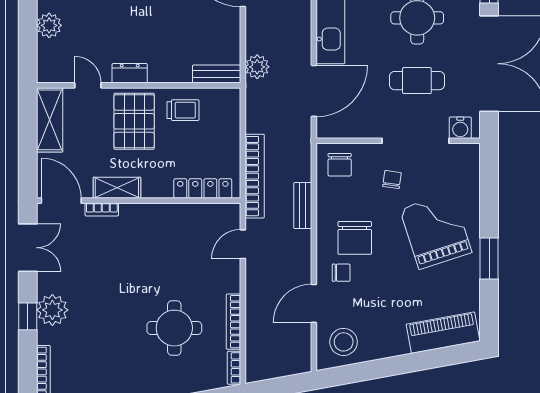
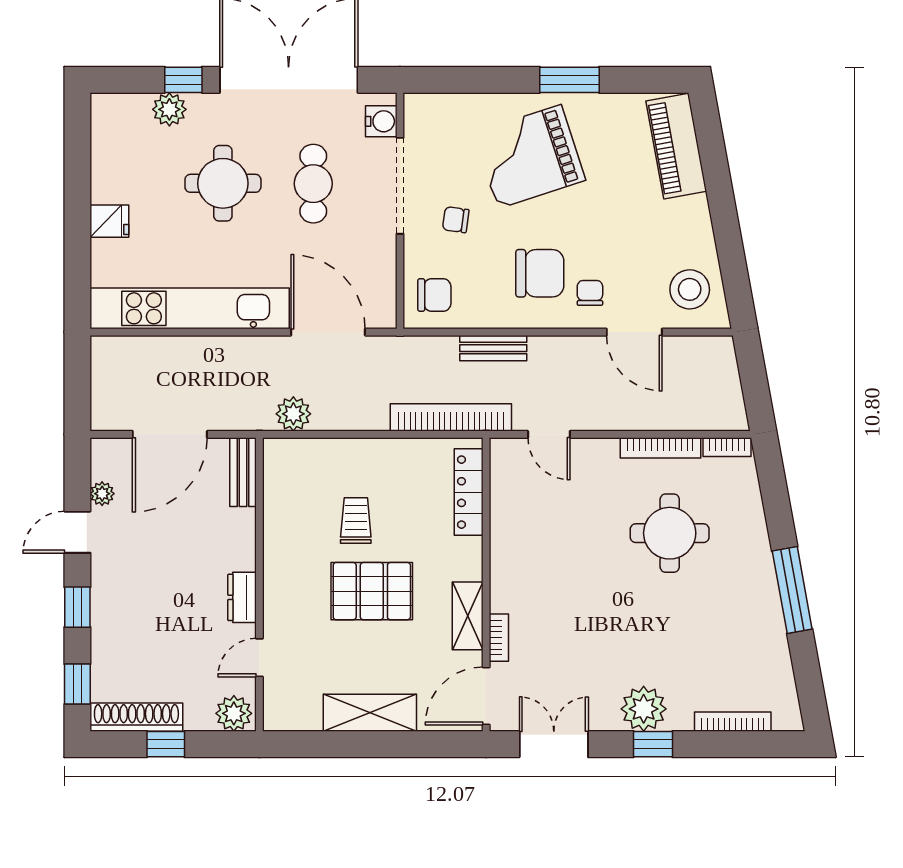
dresser: (130, 73) -> (242, 597), moved
bench: (217, 74) -> (243, 472), moved
door: (88, 85) -> (259, 658), moved
wall: (139, 85) -> (259, 584), moved

